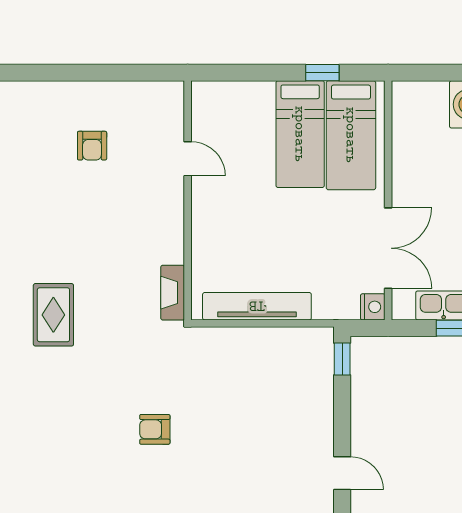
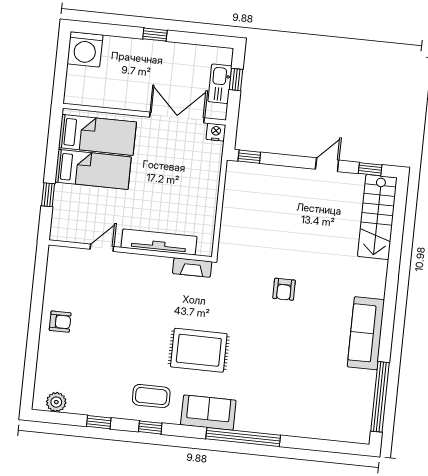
window: (322, 73) -> (48, 195), moved
armchair: (92, 146) -> (60, 322), moved
tv unit: (257, 306) -> (159, 242), moved, turned 90
rug: (53, 315) -> (199, 350), width x1.36, depth x1.43

